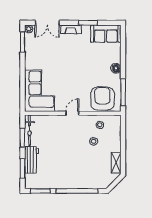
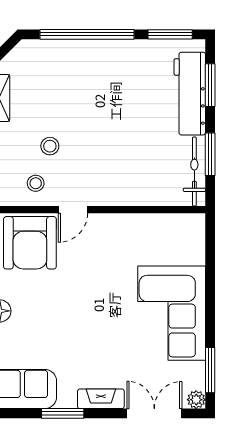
corner sofa: (40, 91) -> (172, 313), moved
door: (72, 113) -> (73, 210), moved
workbench: (32, 160) -> (190, 94), width x1.38

